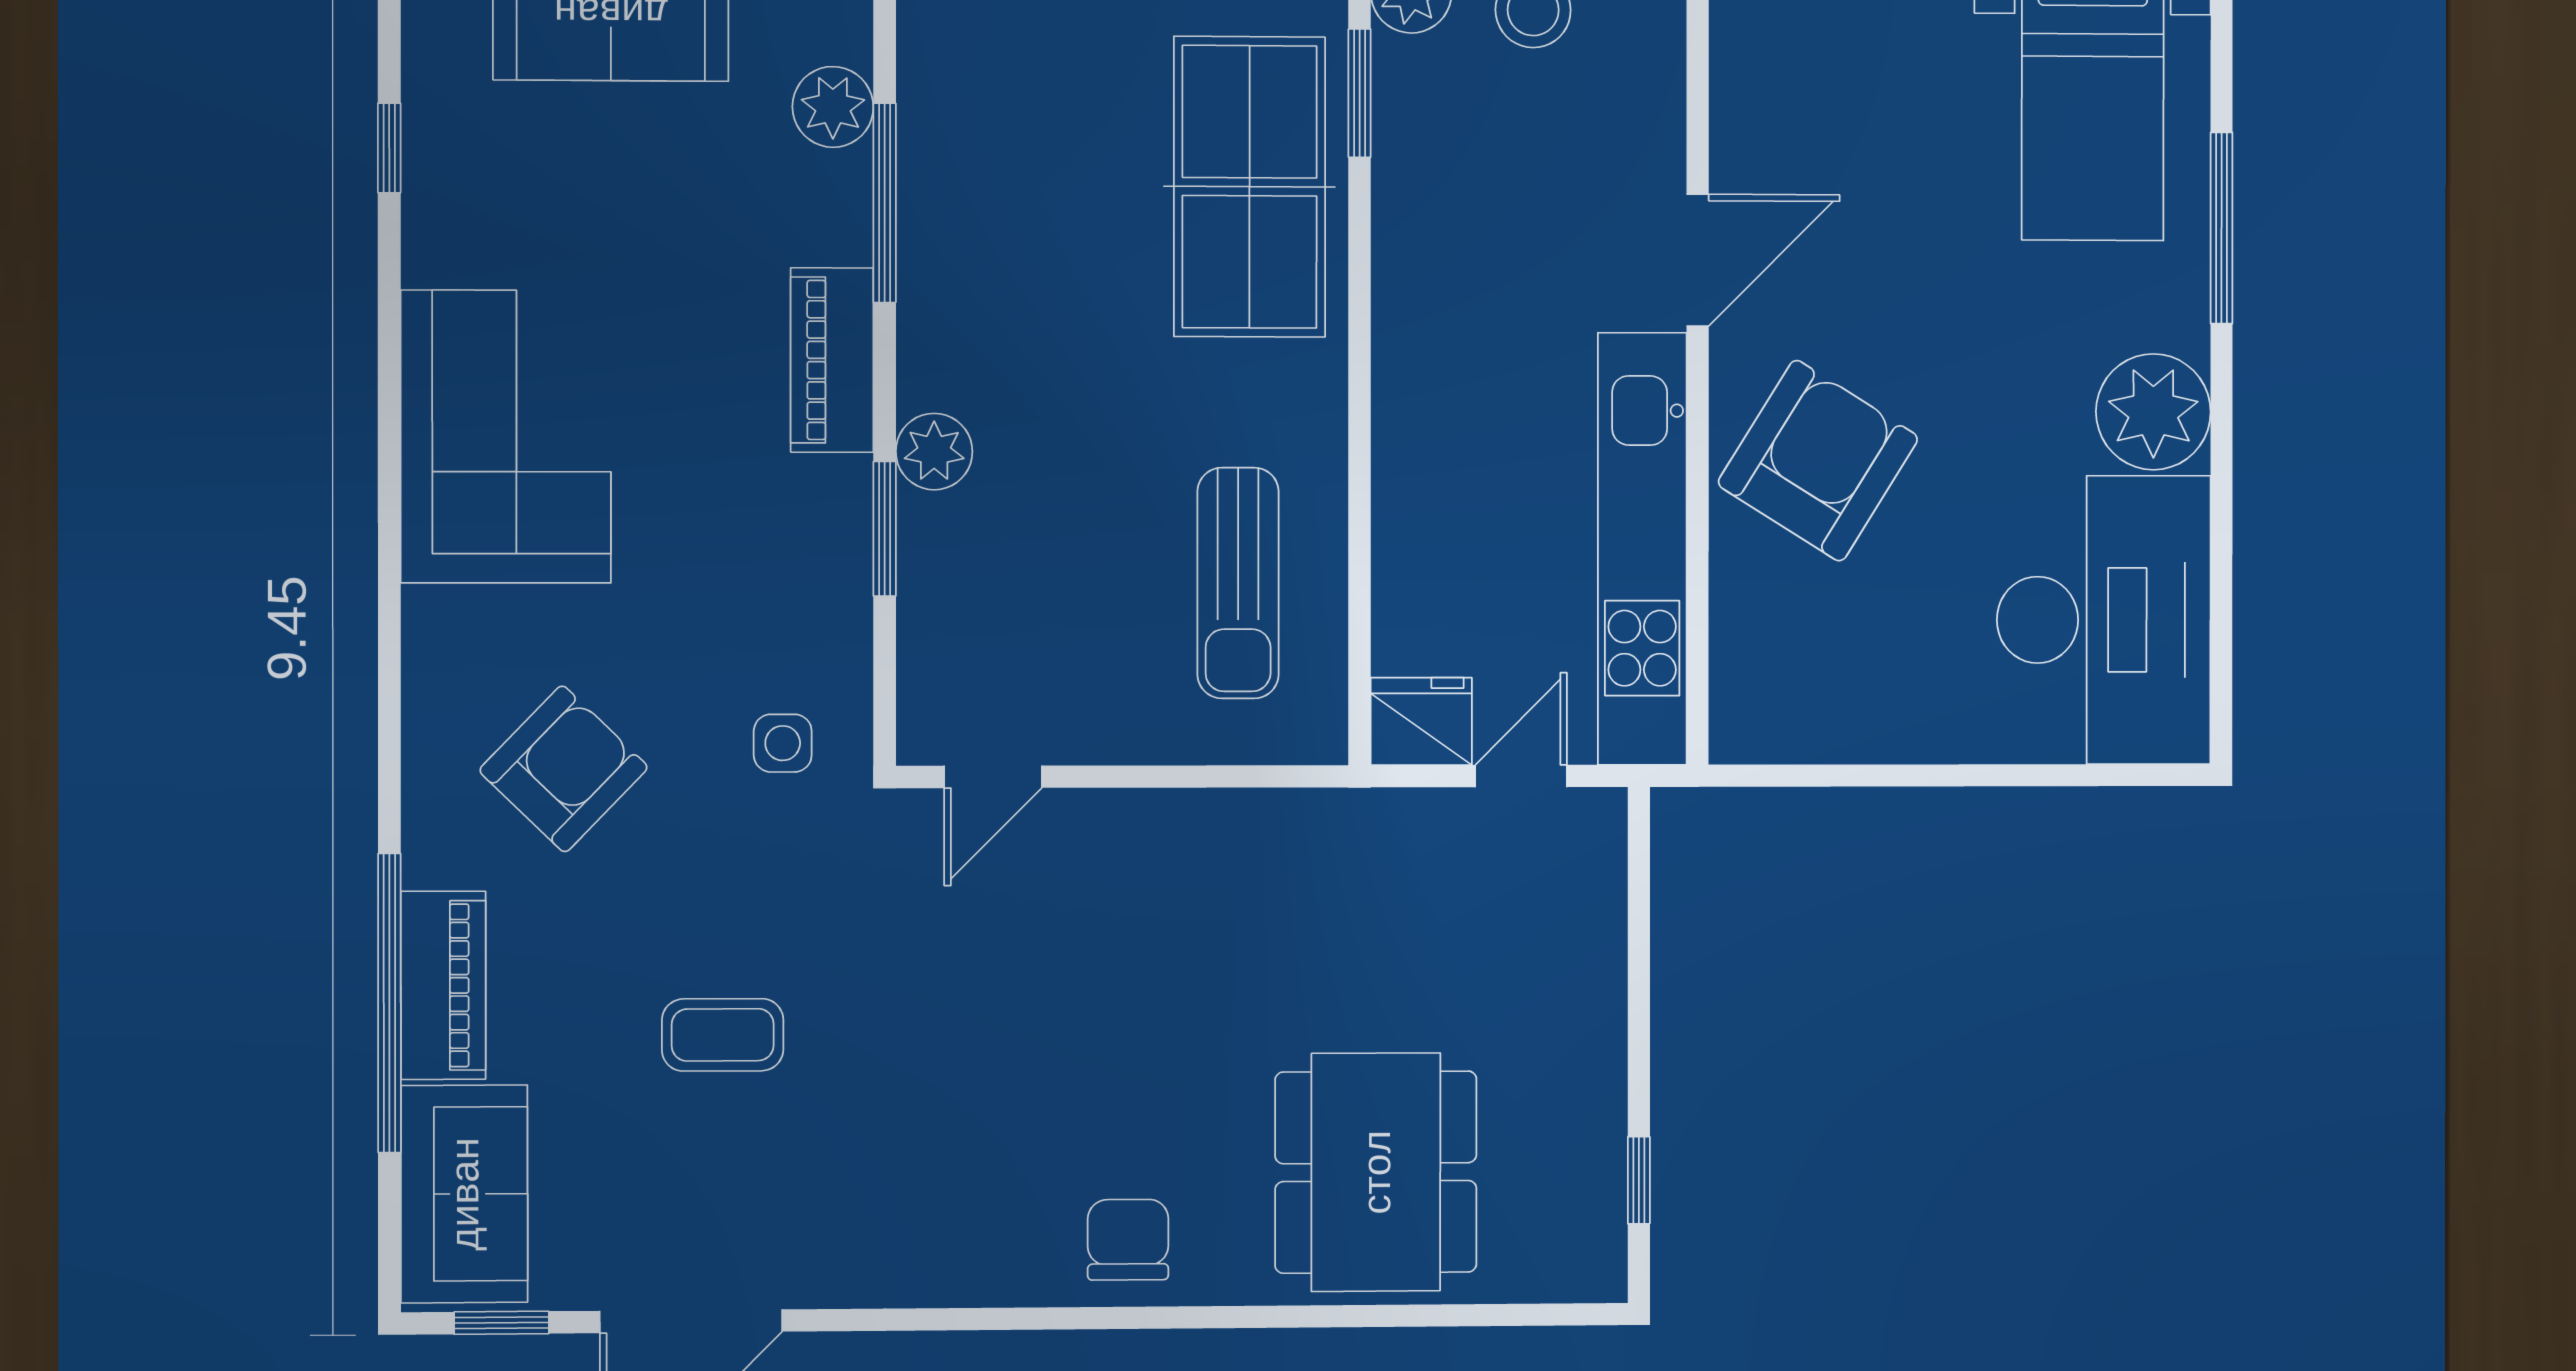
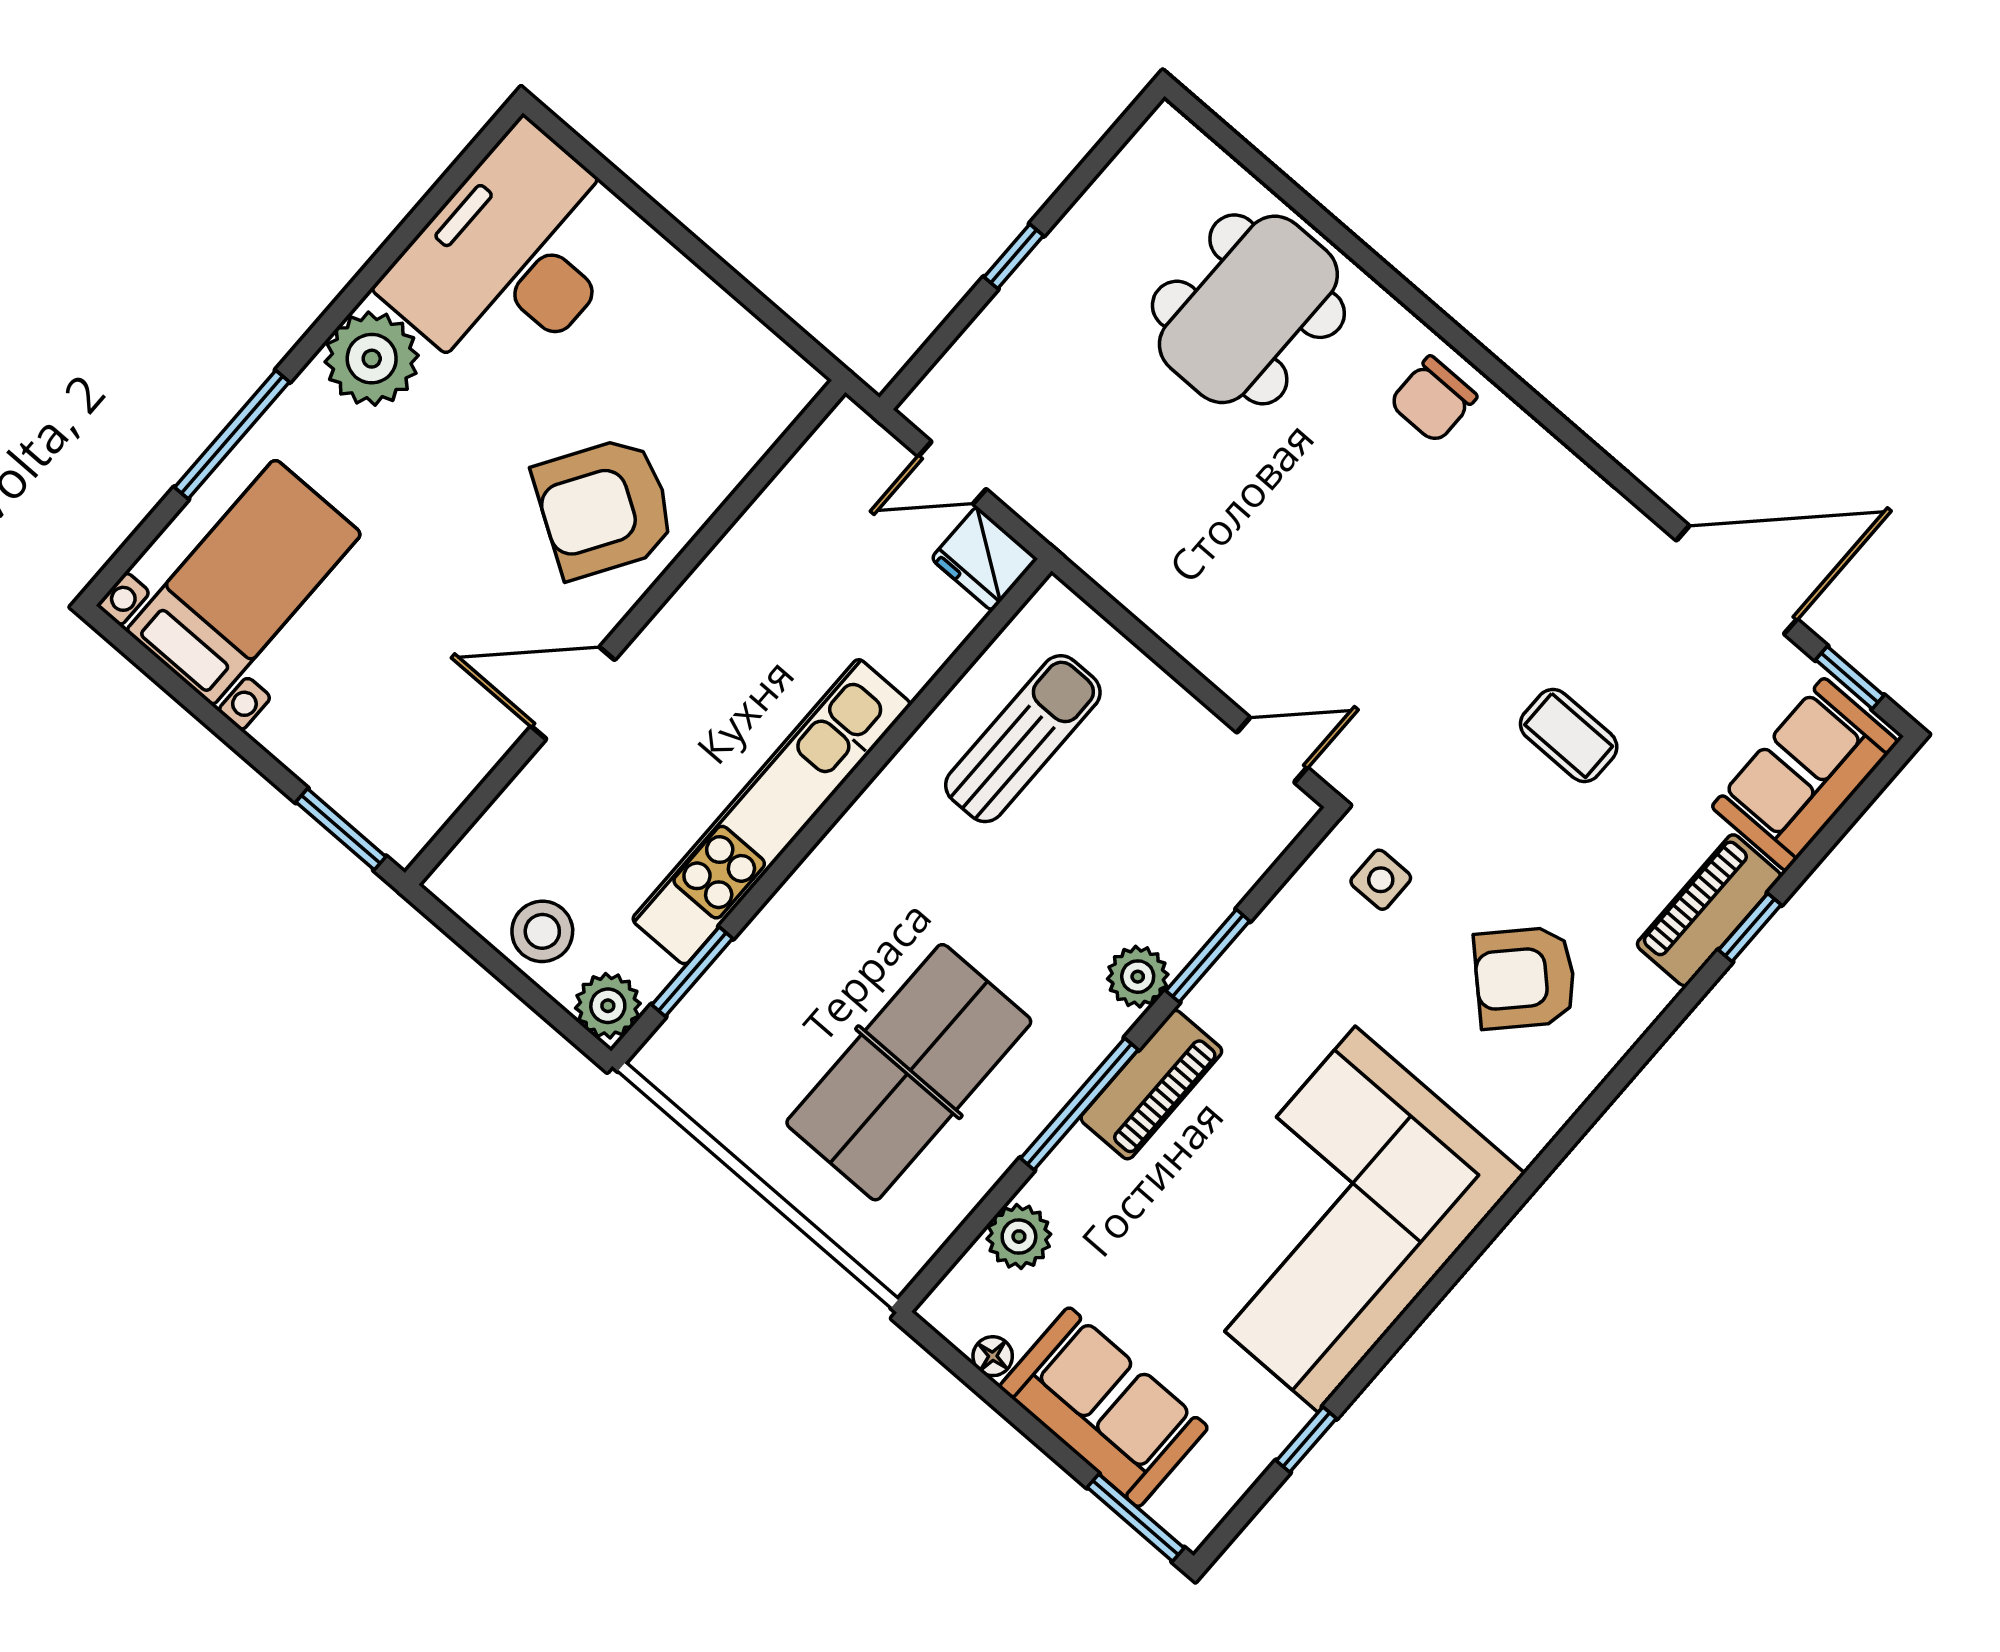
table tennis table: (1250, 187) -> (909, 1072), moved
window: (885, 203) -> (1079, 1104), moved
corner sofa: (506, 437) -> (1337, 1219), width x1.36, depth x1.36
kitchen unit: (1642, 549) -> (771, 812), moved, turned 180
window: (389, 1003) -> (1750, 927), width x0.32
window: (1639, 1180) -> (1014, 256), moved

